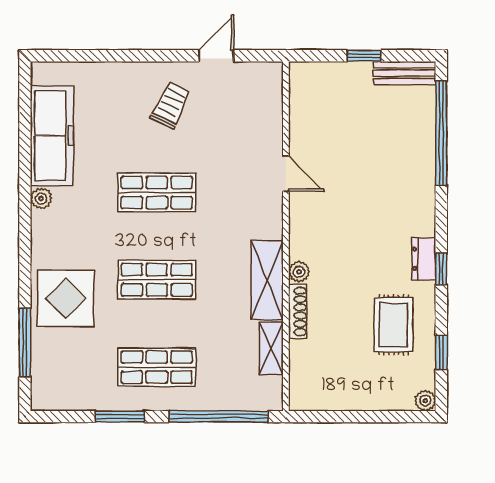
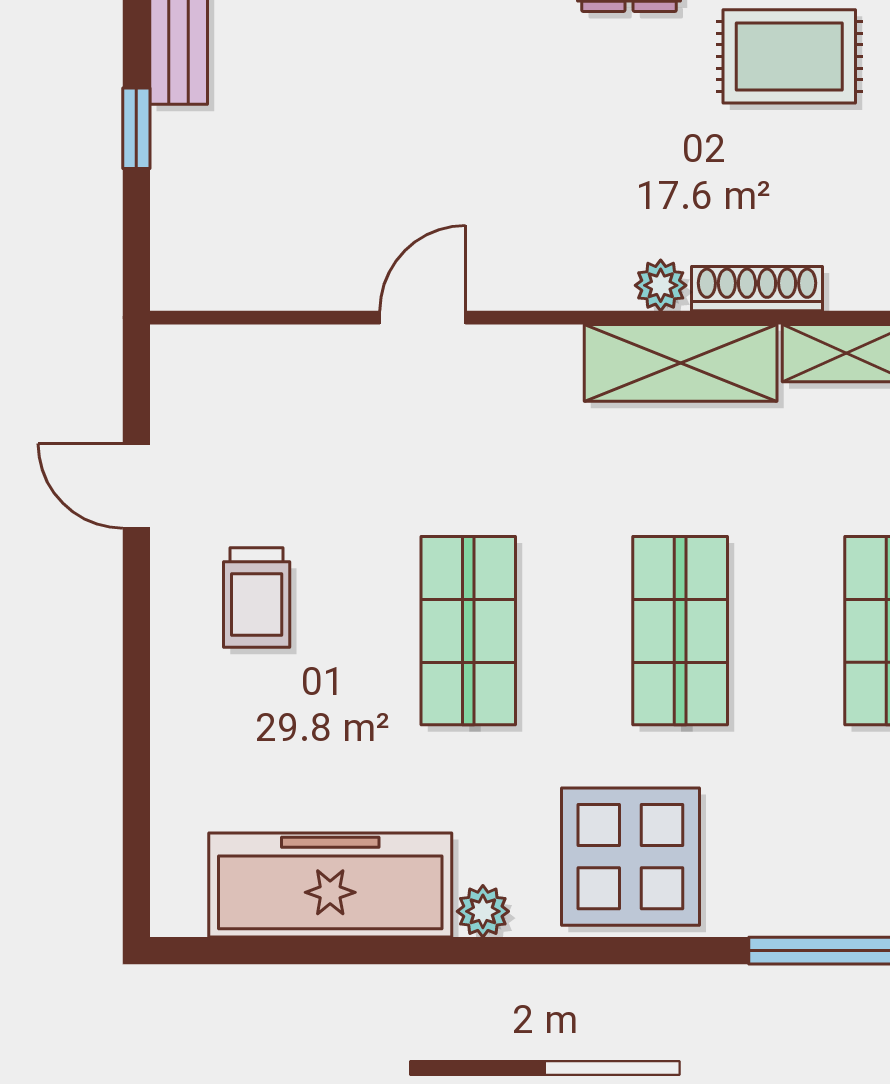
trolley: (170, 105) -> (257, 597), turned -116
display table: (66, 298) -> (630, 857), moved

